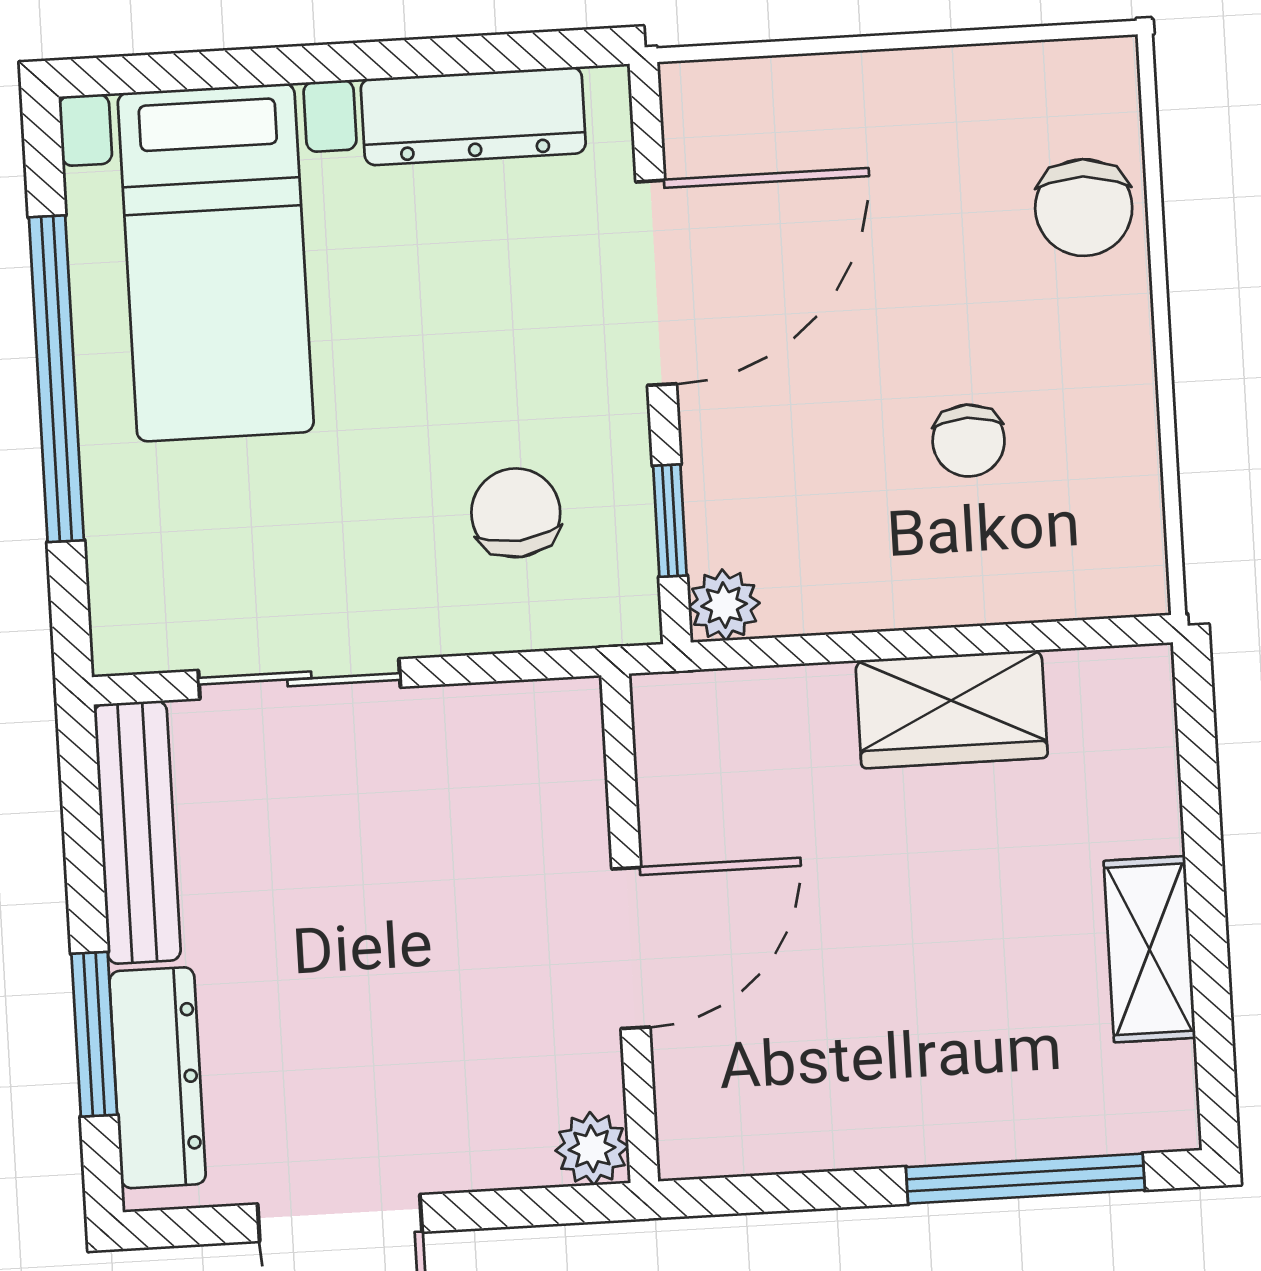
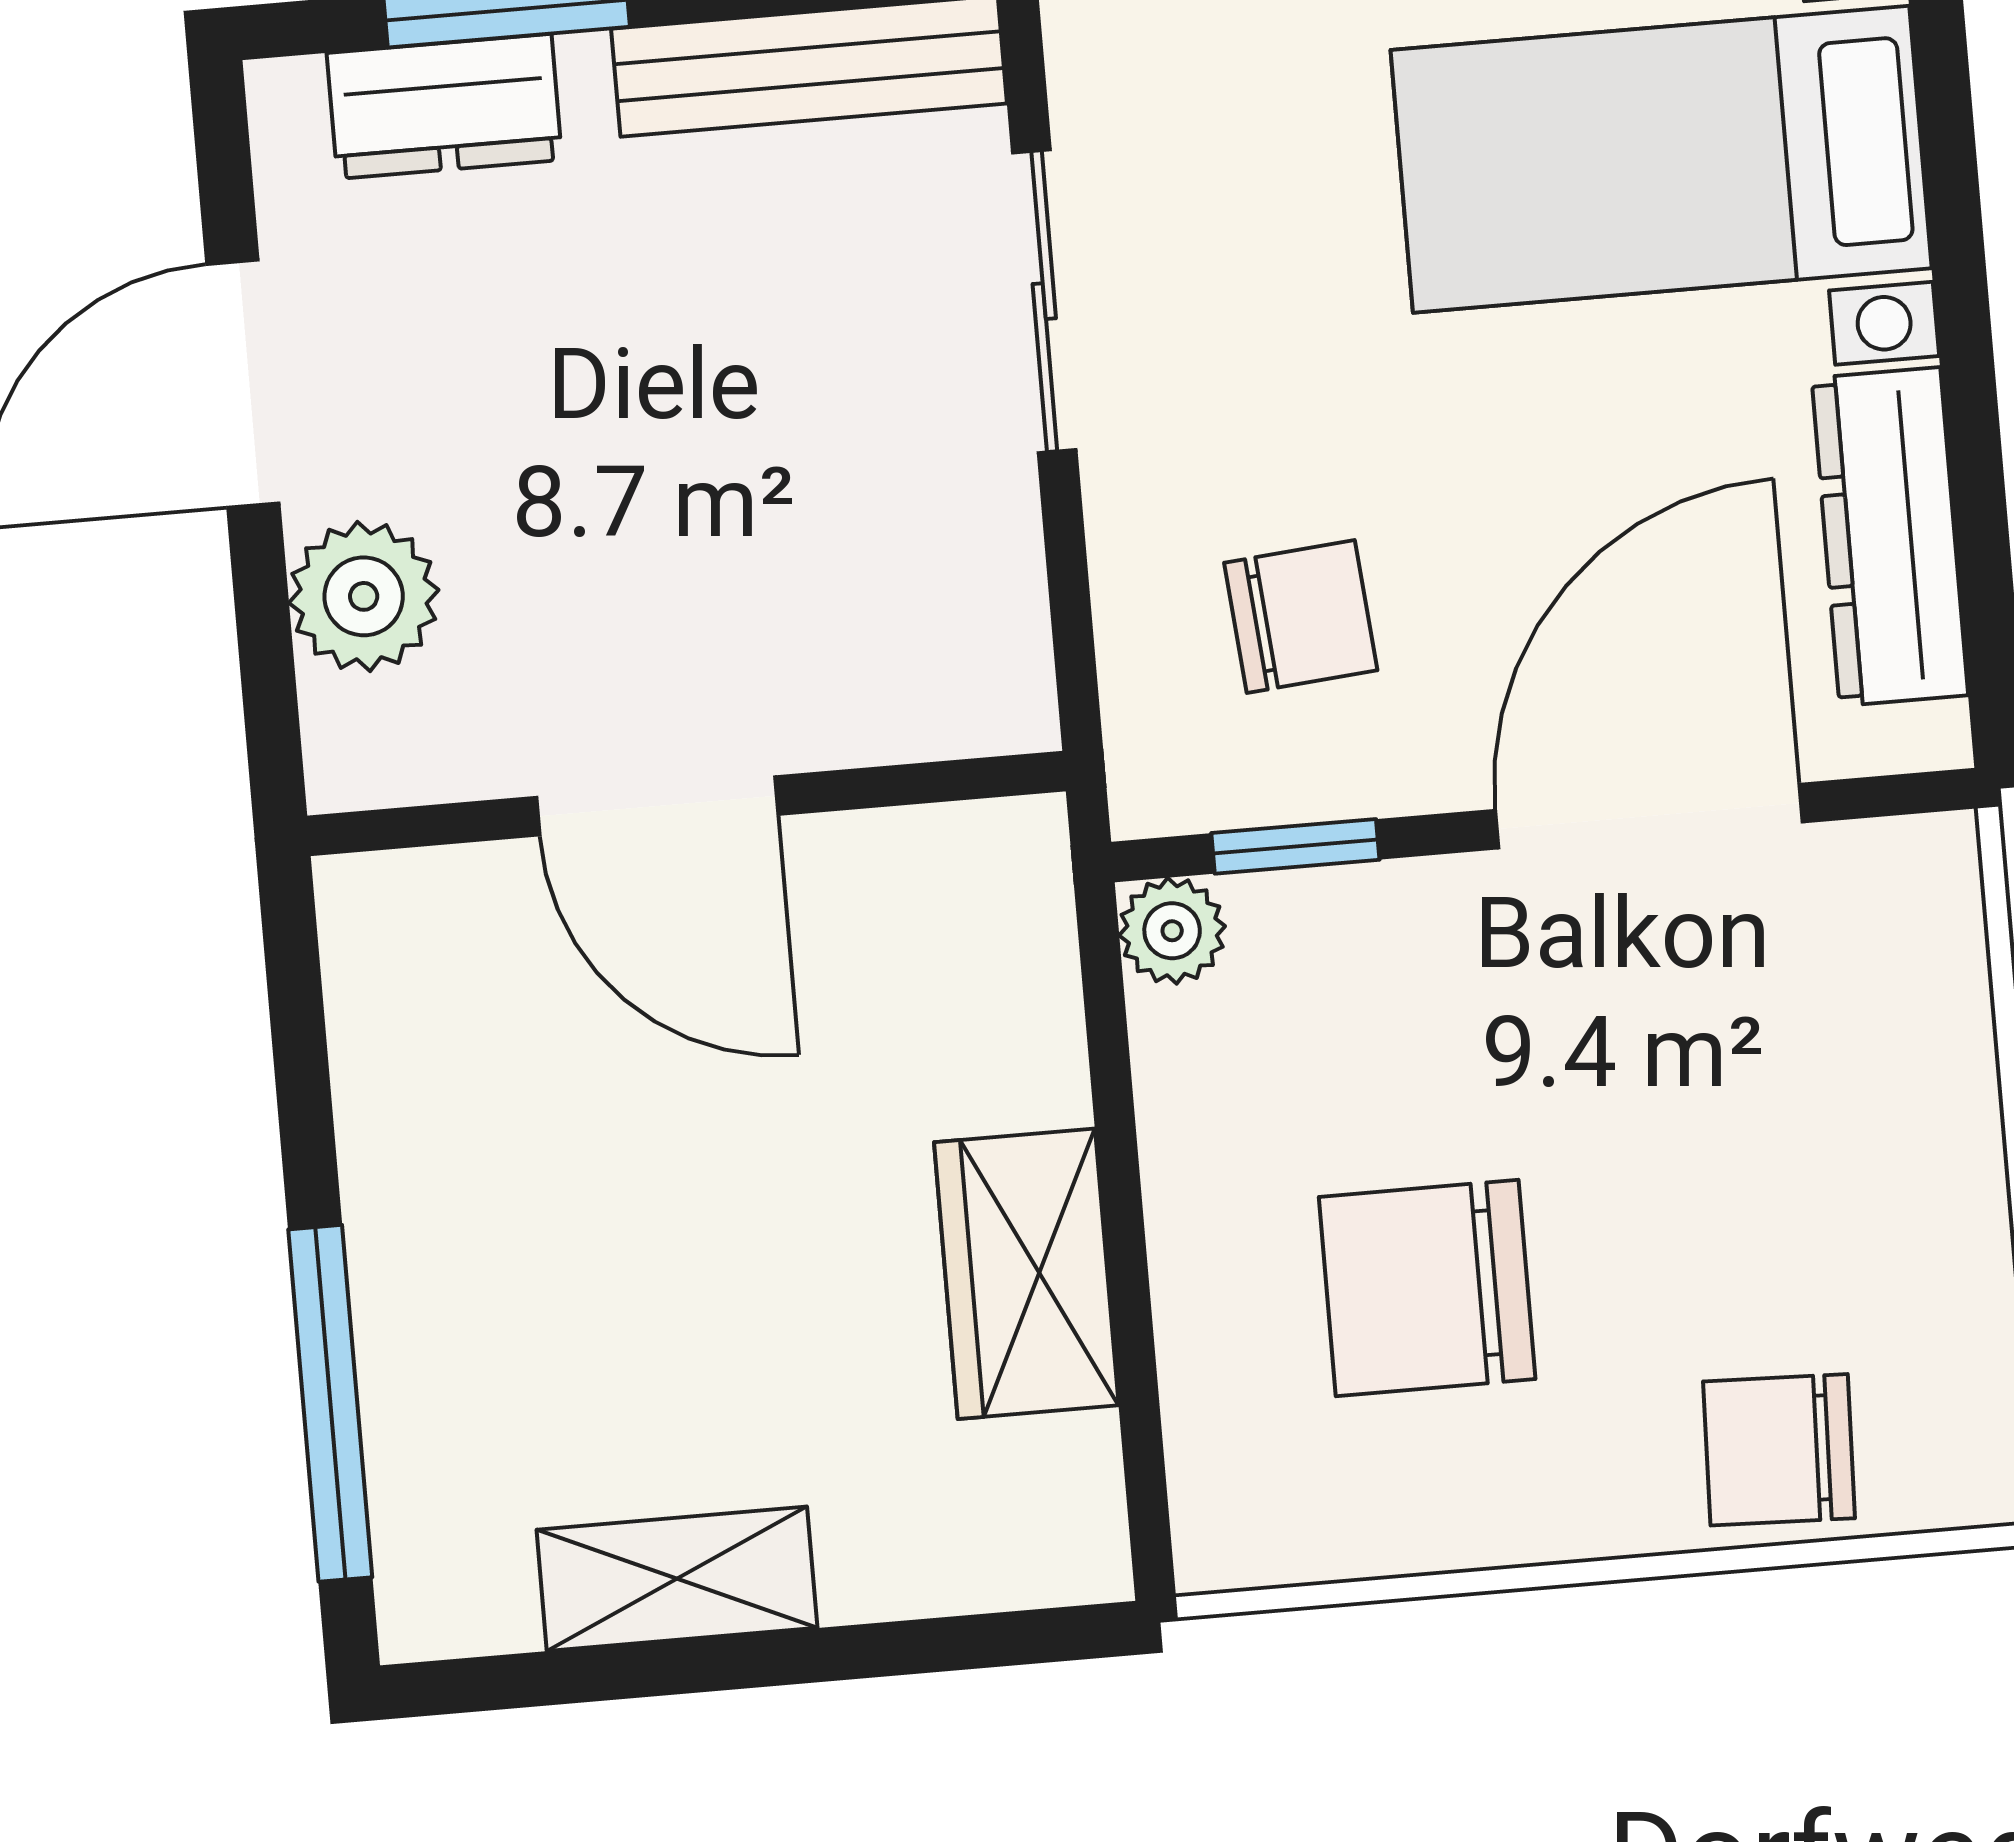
door: (656, 283) -> (1649, 816), swing flipped
chair: (969, 441) -> (1427, 1288), width x1.87, depth x1.87
dresser: (158, 1078) -> (444, 106), width x0.70
plant: (592, 1149) -> (364, 596), moved, width x1.38, depth x1.38

